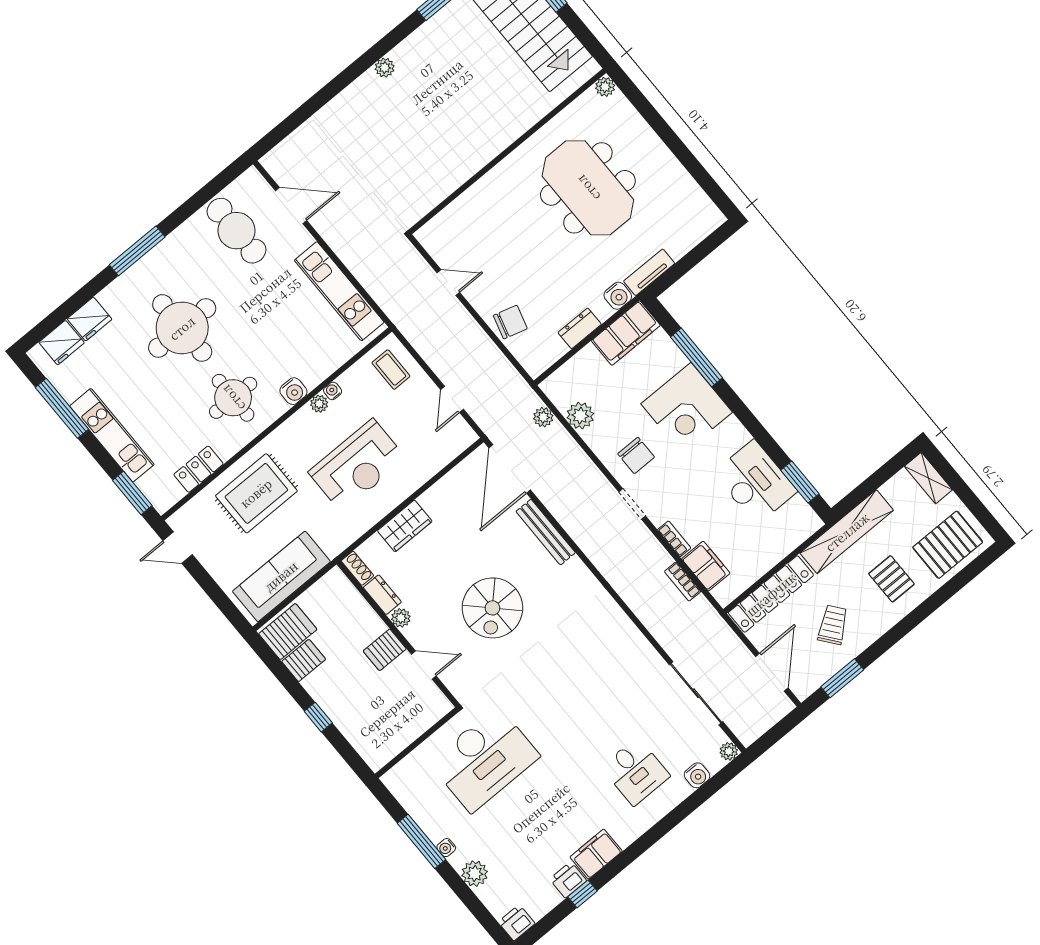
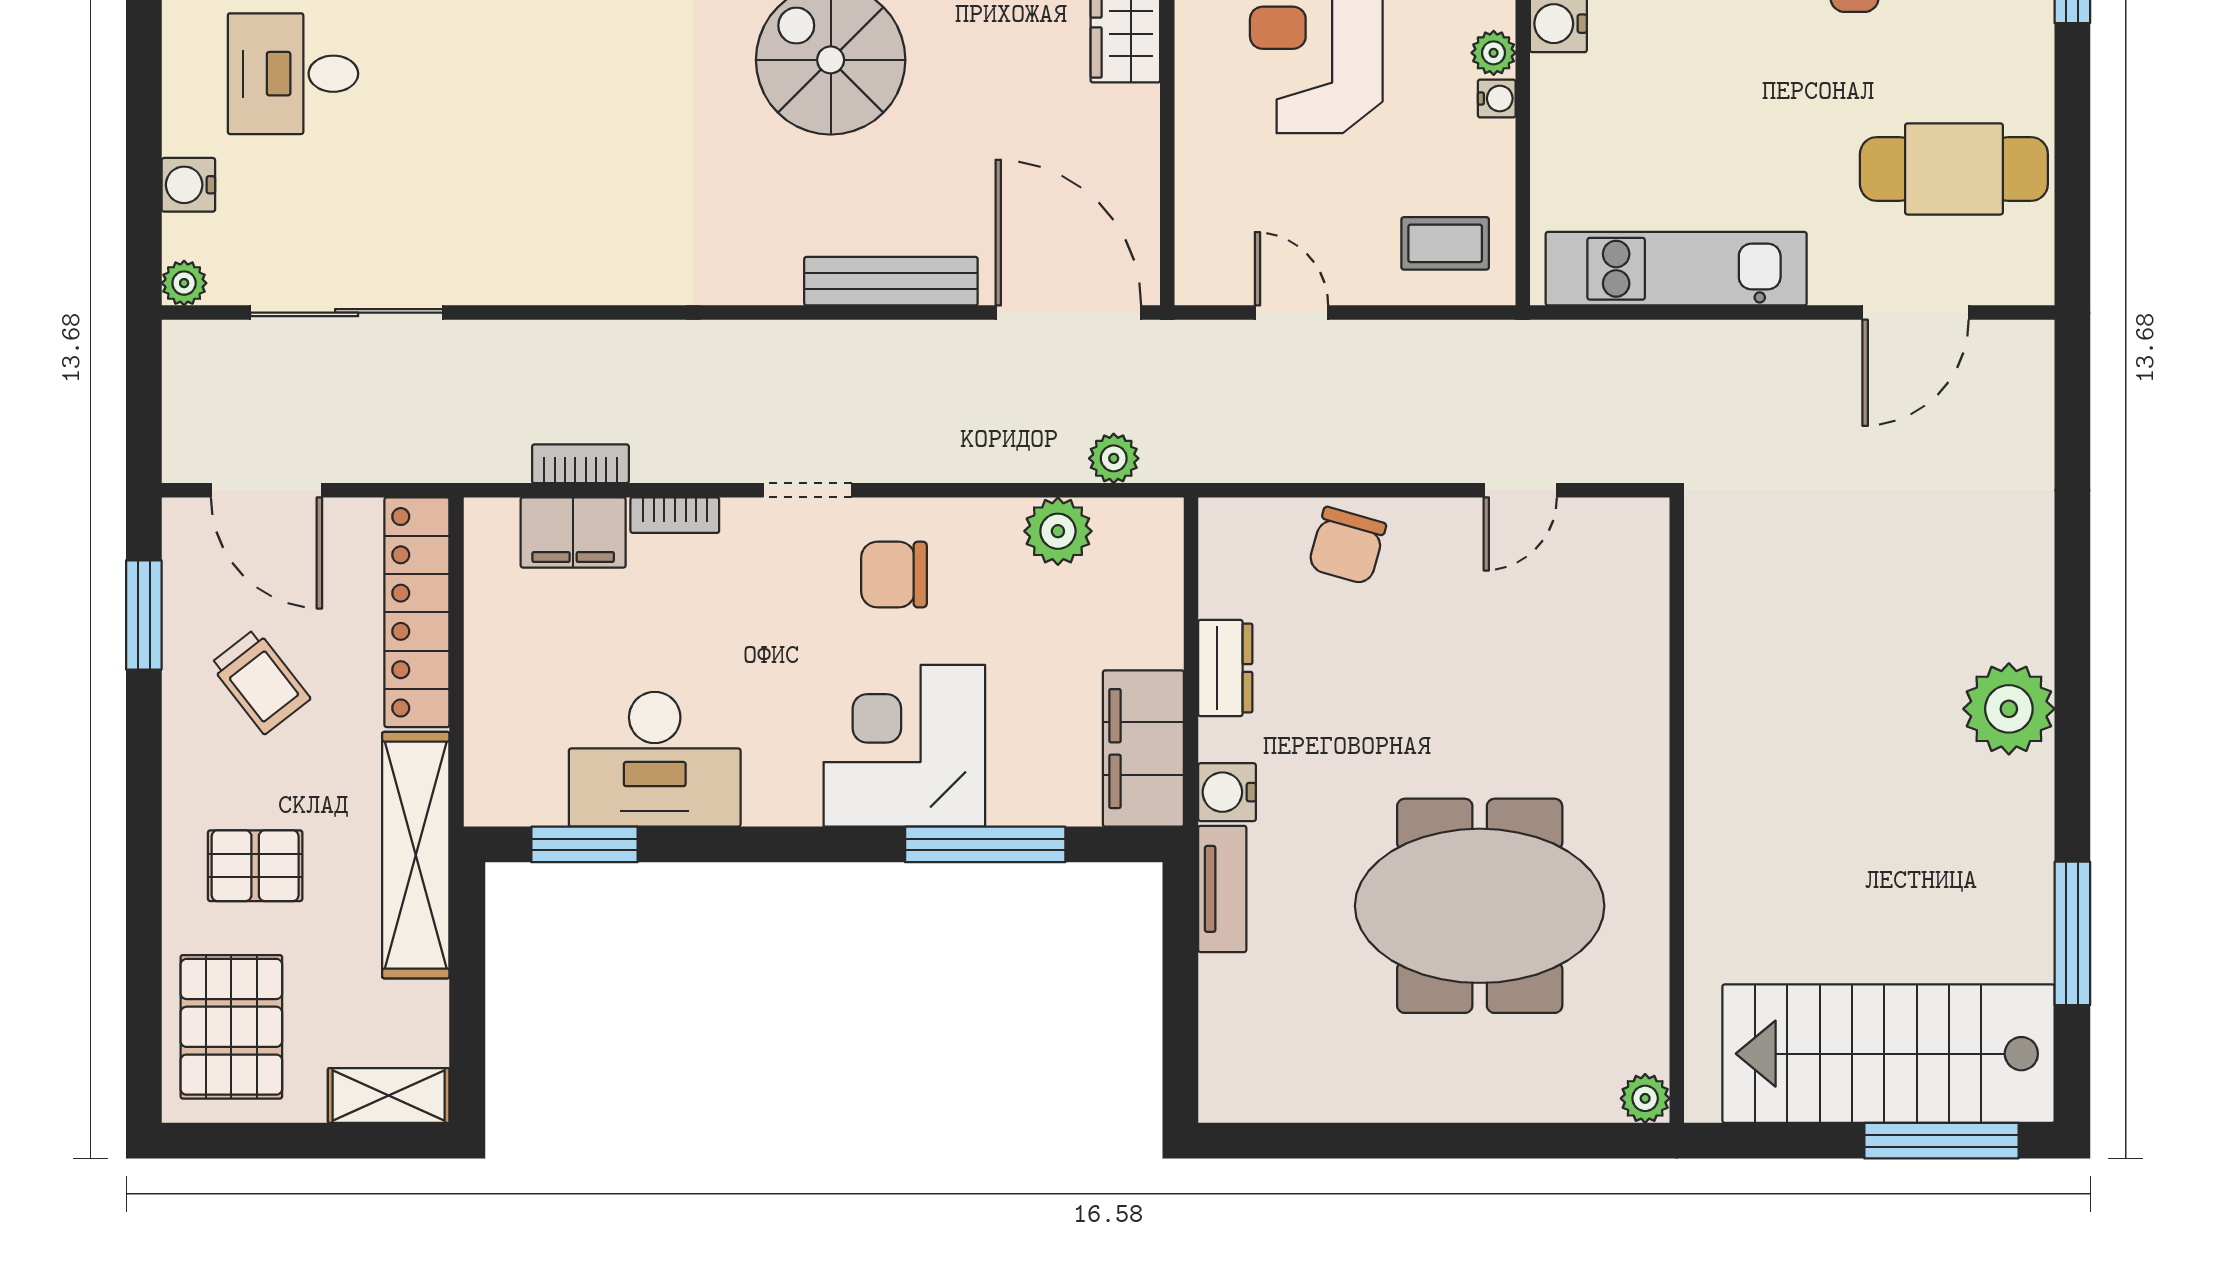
plant: (385, 68) -> (2009, 709), width x1.87, depth x1.87

